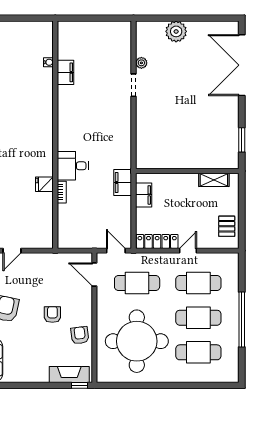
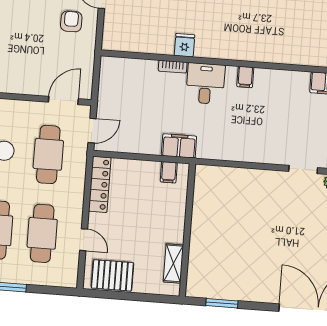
filing cabinet: (65, 135) -> (245, 77), added
filing cabinet: (144, 195) -> (169, 172), width x0.50
pallet: (227, 226) -> (112, 275), width x1.50, depth x1.42
door: (188, 251) -> (84, 240), moved
armchair: (52, 315) -> (71, 21), moved, turned -90

